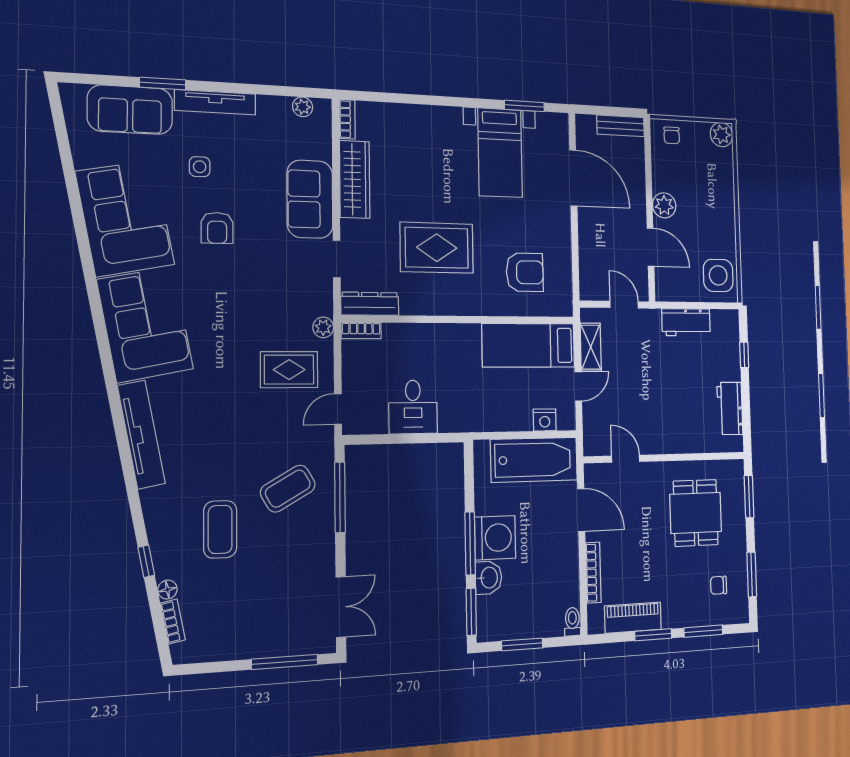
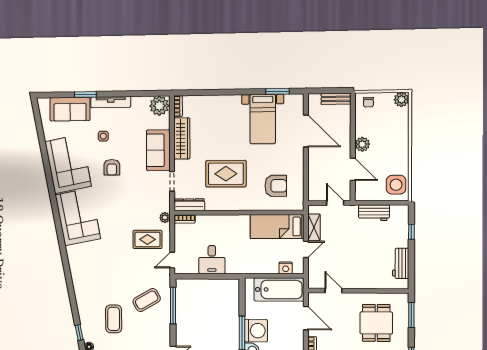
plant: (303, 107) -> (159, 106), width x1.88, depth x1.88
tv unit: (141, 434) -> (76, 271), removed

